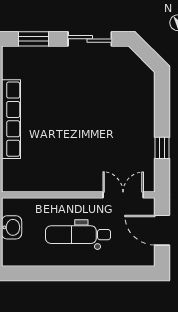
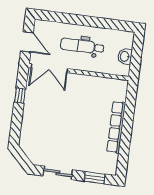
double door: (123, 195) -> (49, 68), width x1.37
dental chair: (78, 235) -> (82, 46), turned 180

